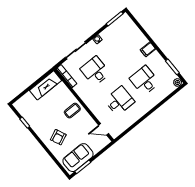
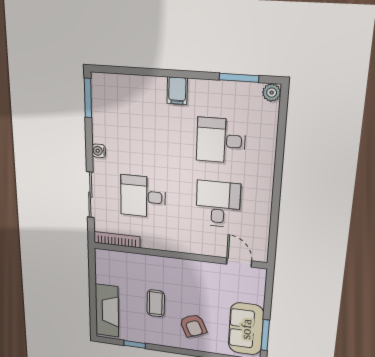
fireplace: (46, 85) -> (107, 311), moved
coffee table: (72, 111) -> (156, 303), moved
door: (104, 129) -> (239, 262), swing flipped

